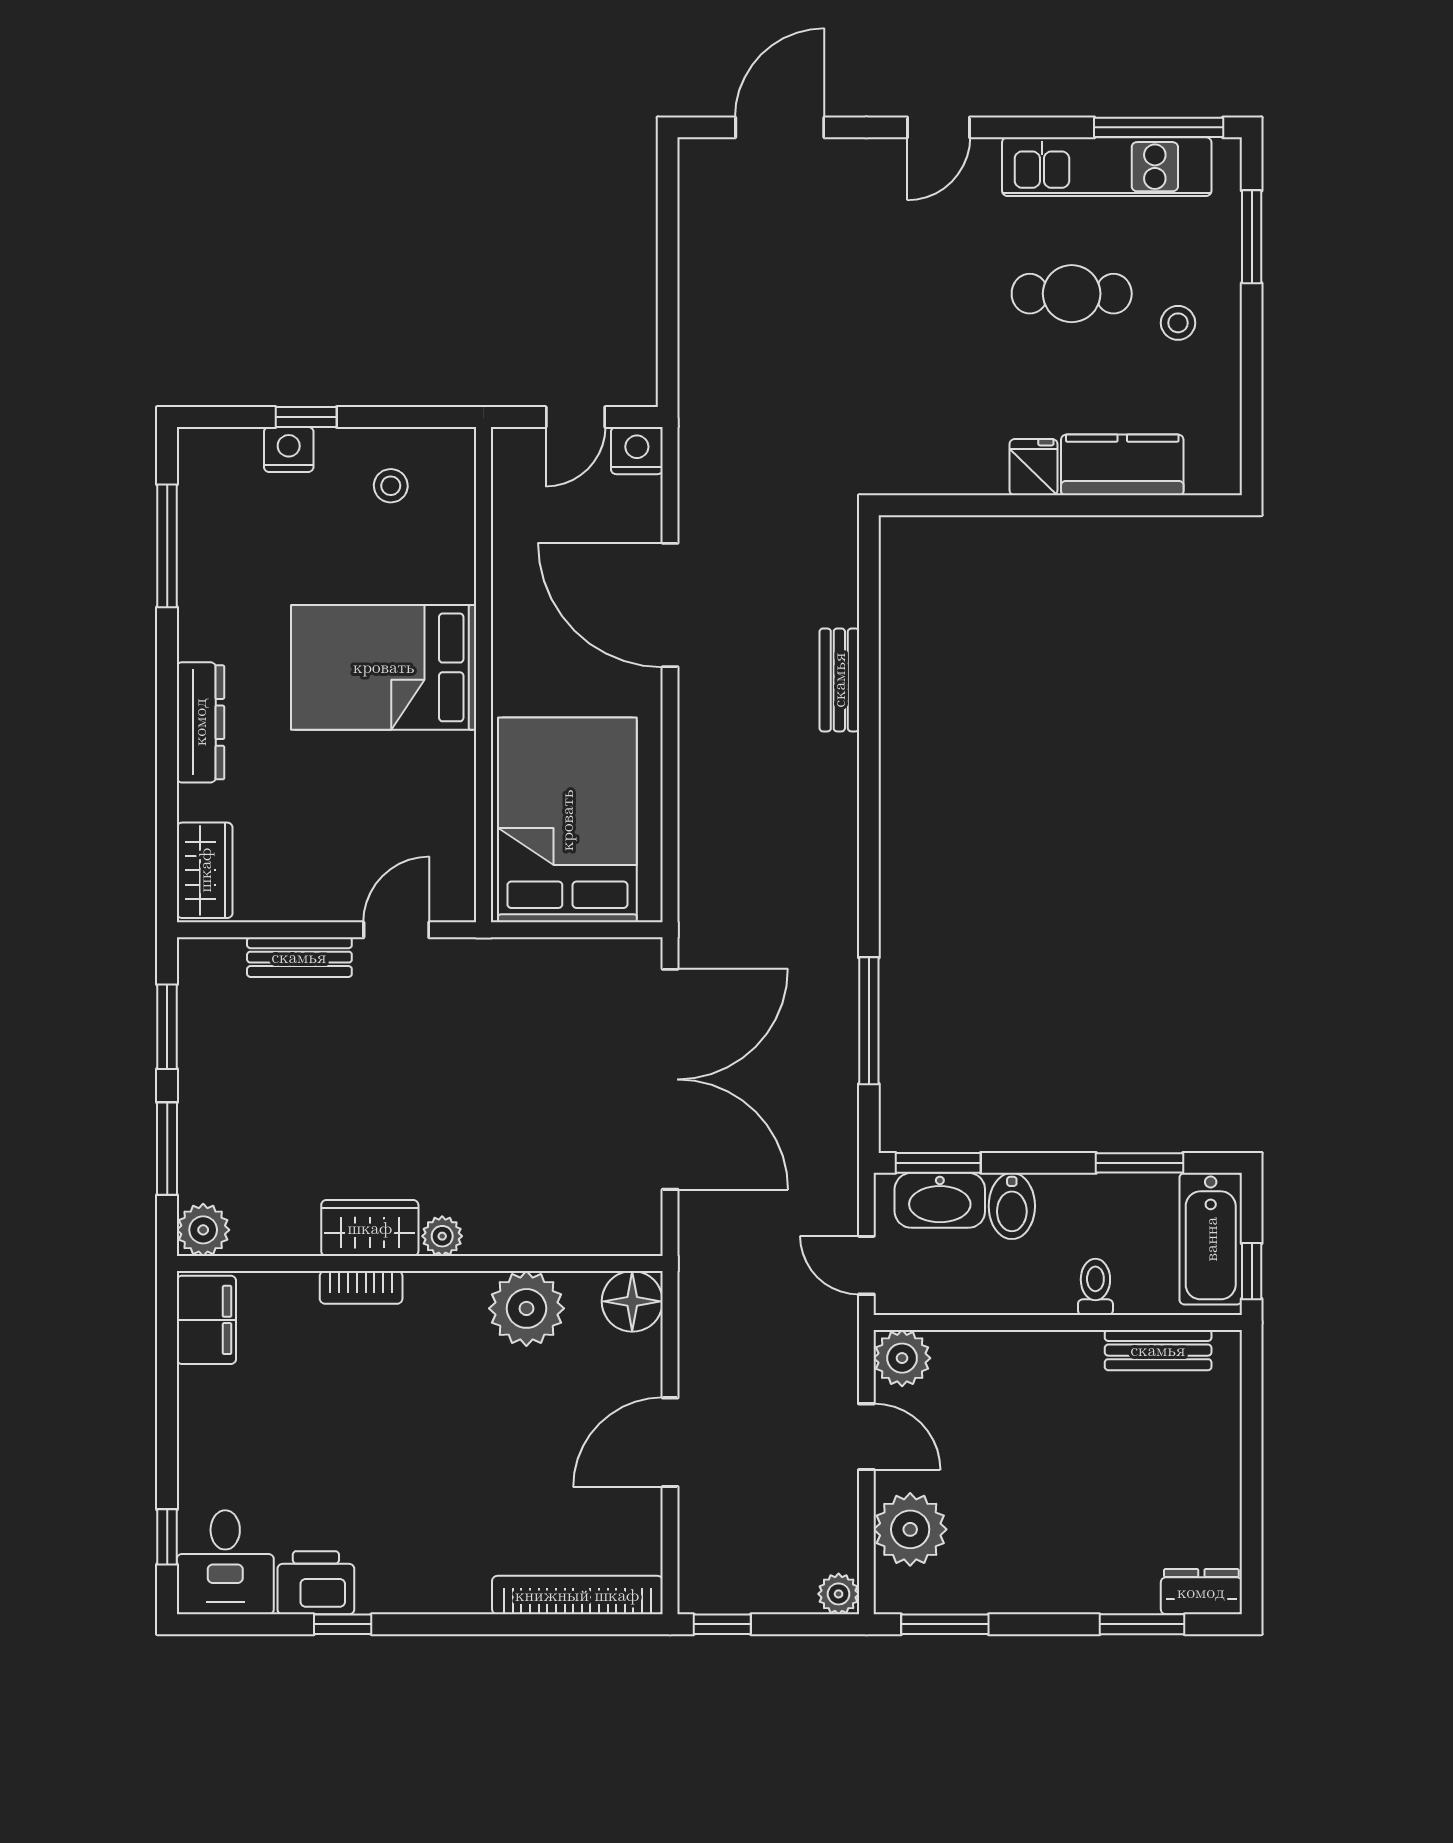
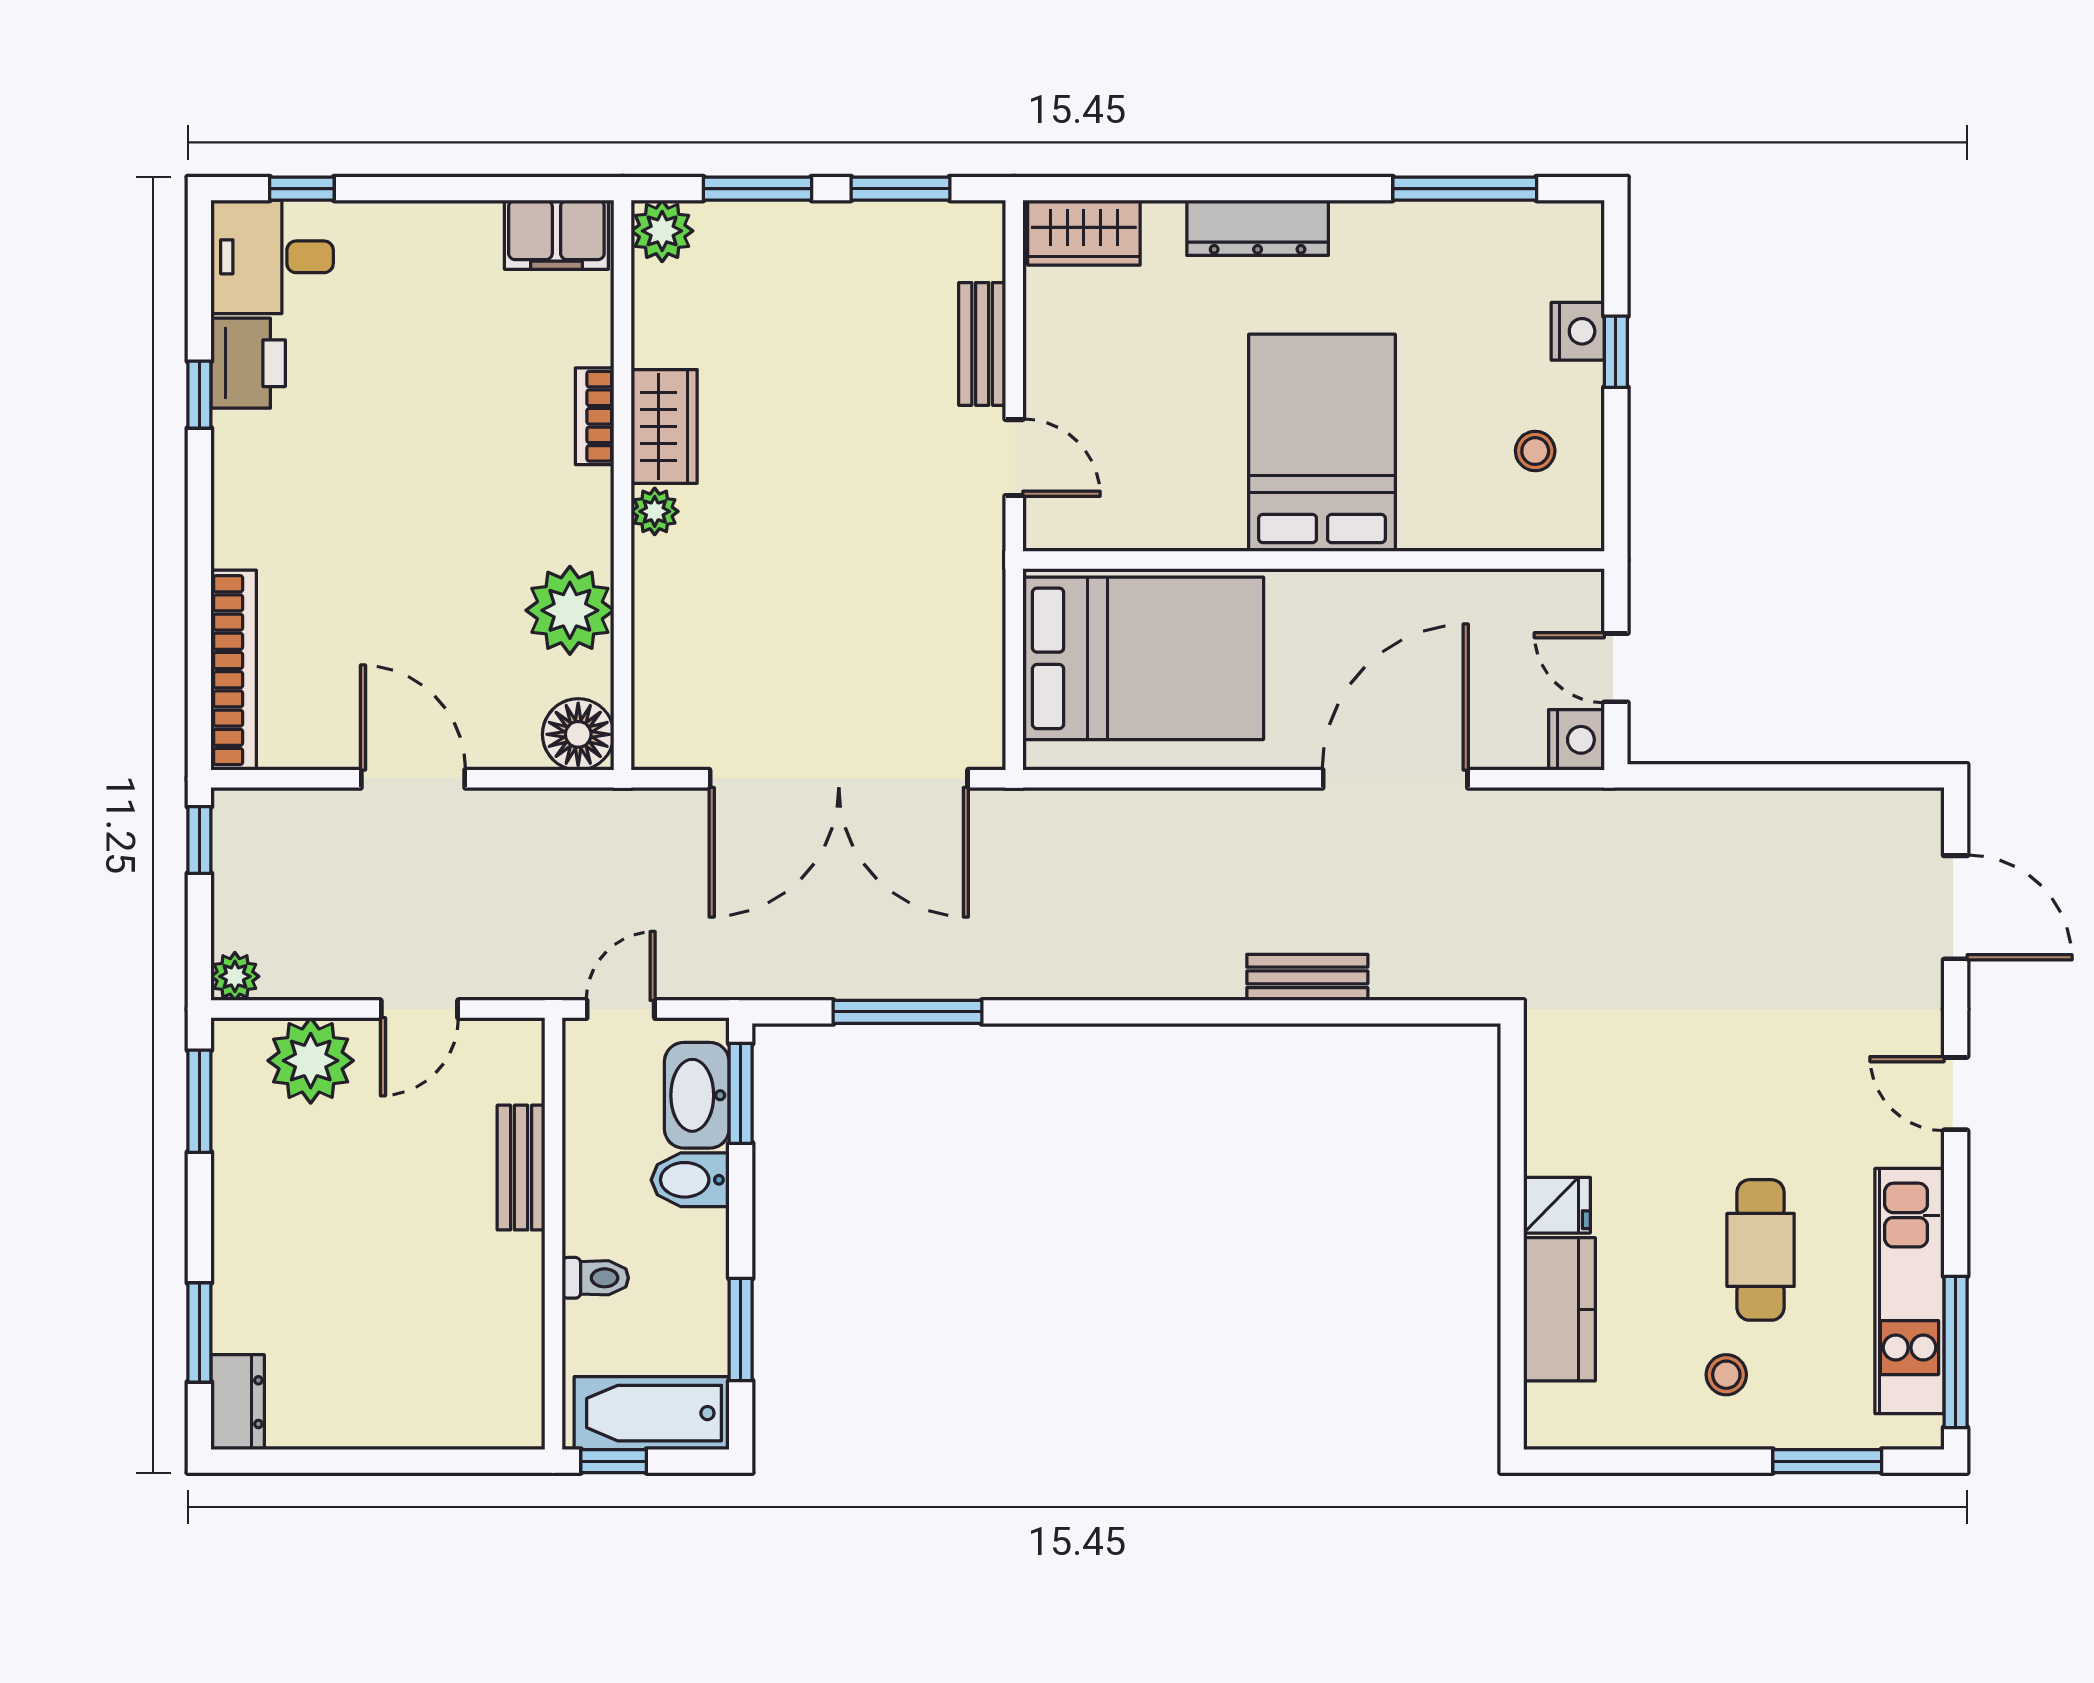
bench: (1158, 1350) -> (521, 1168), moved
plant: (902, 1358) -> (512, 1051), removed

